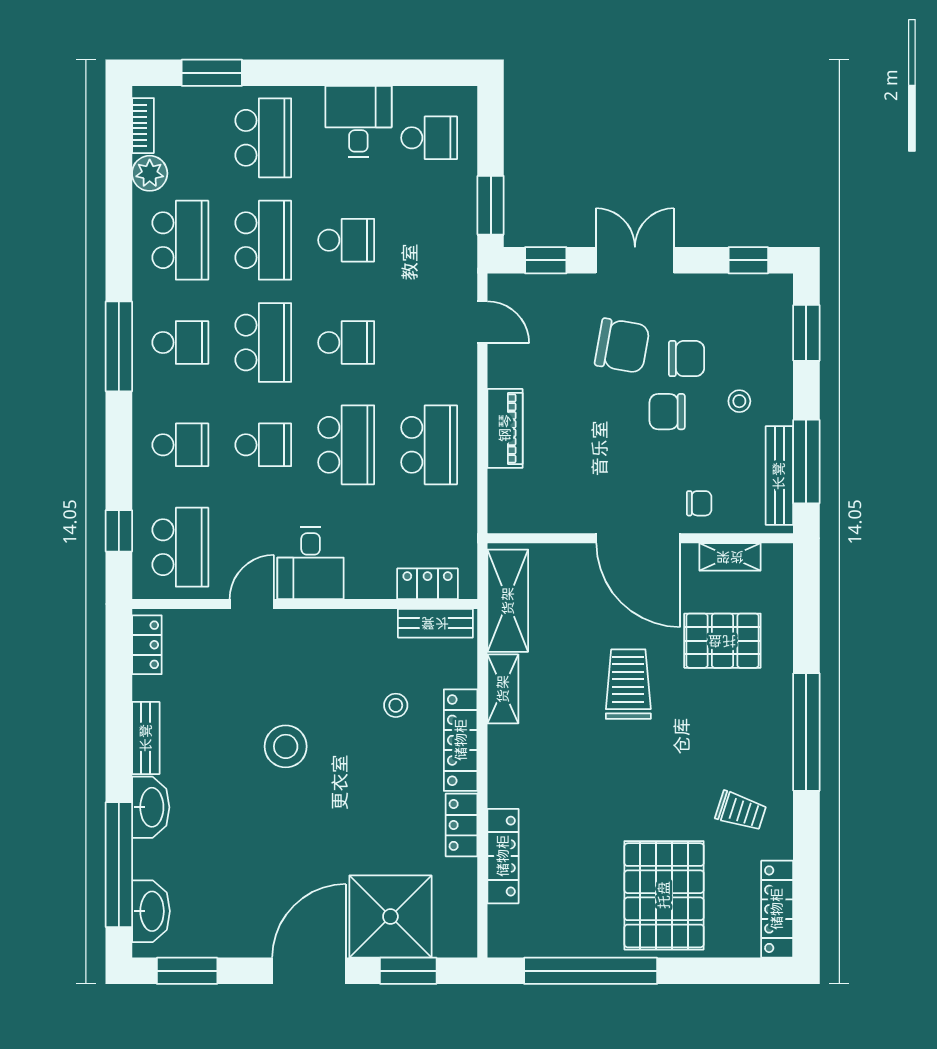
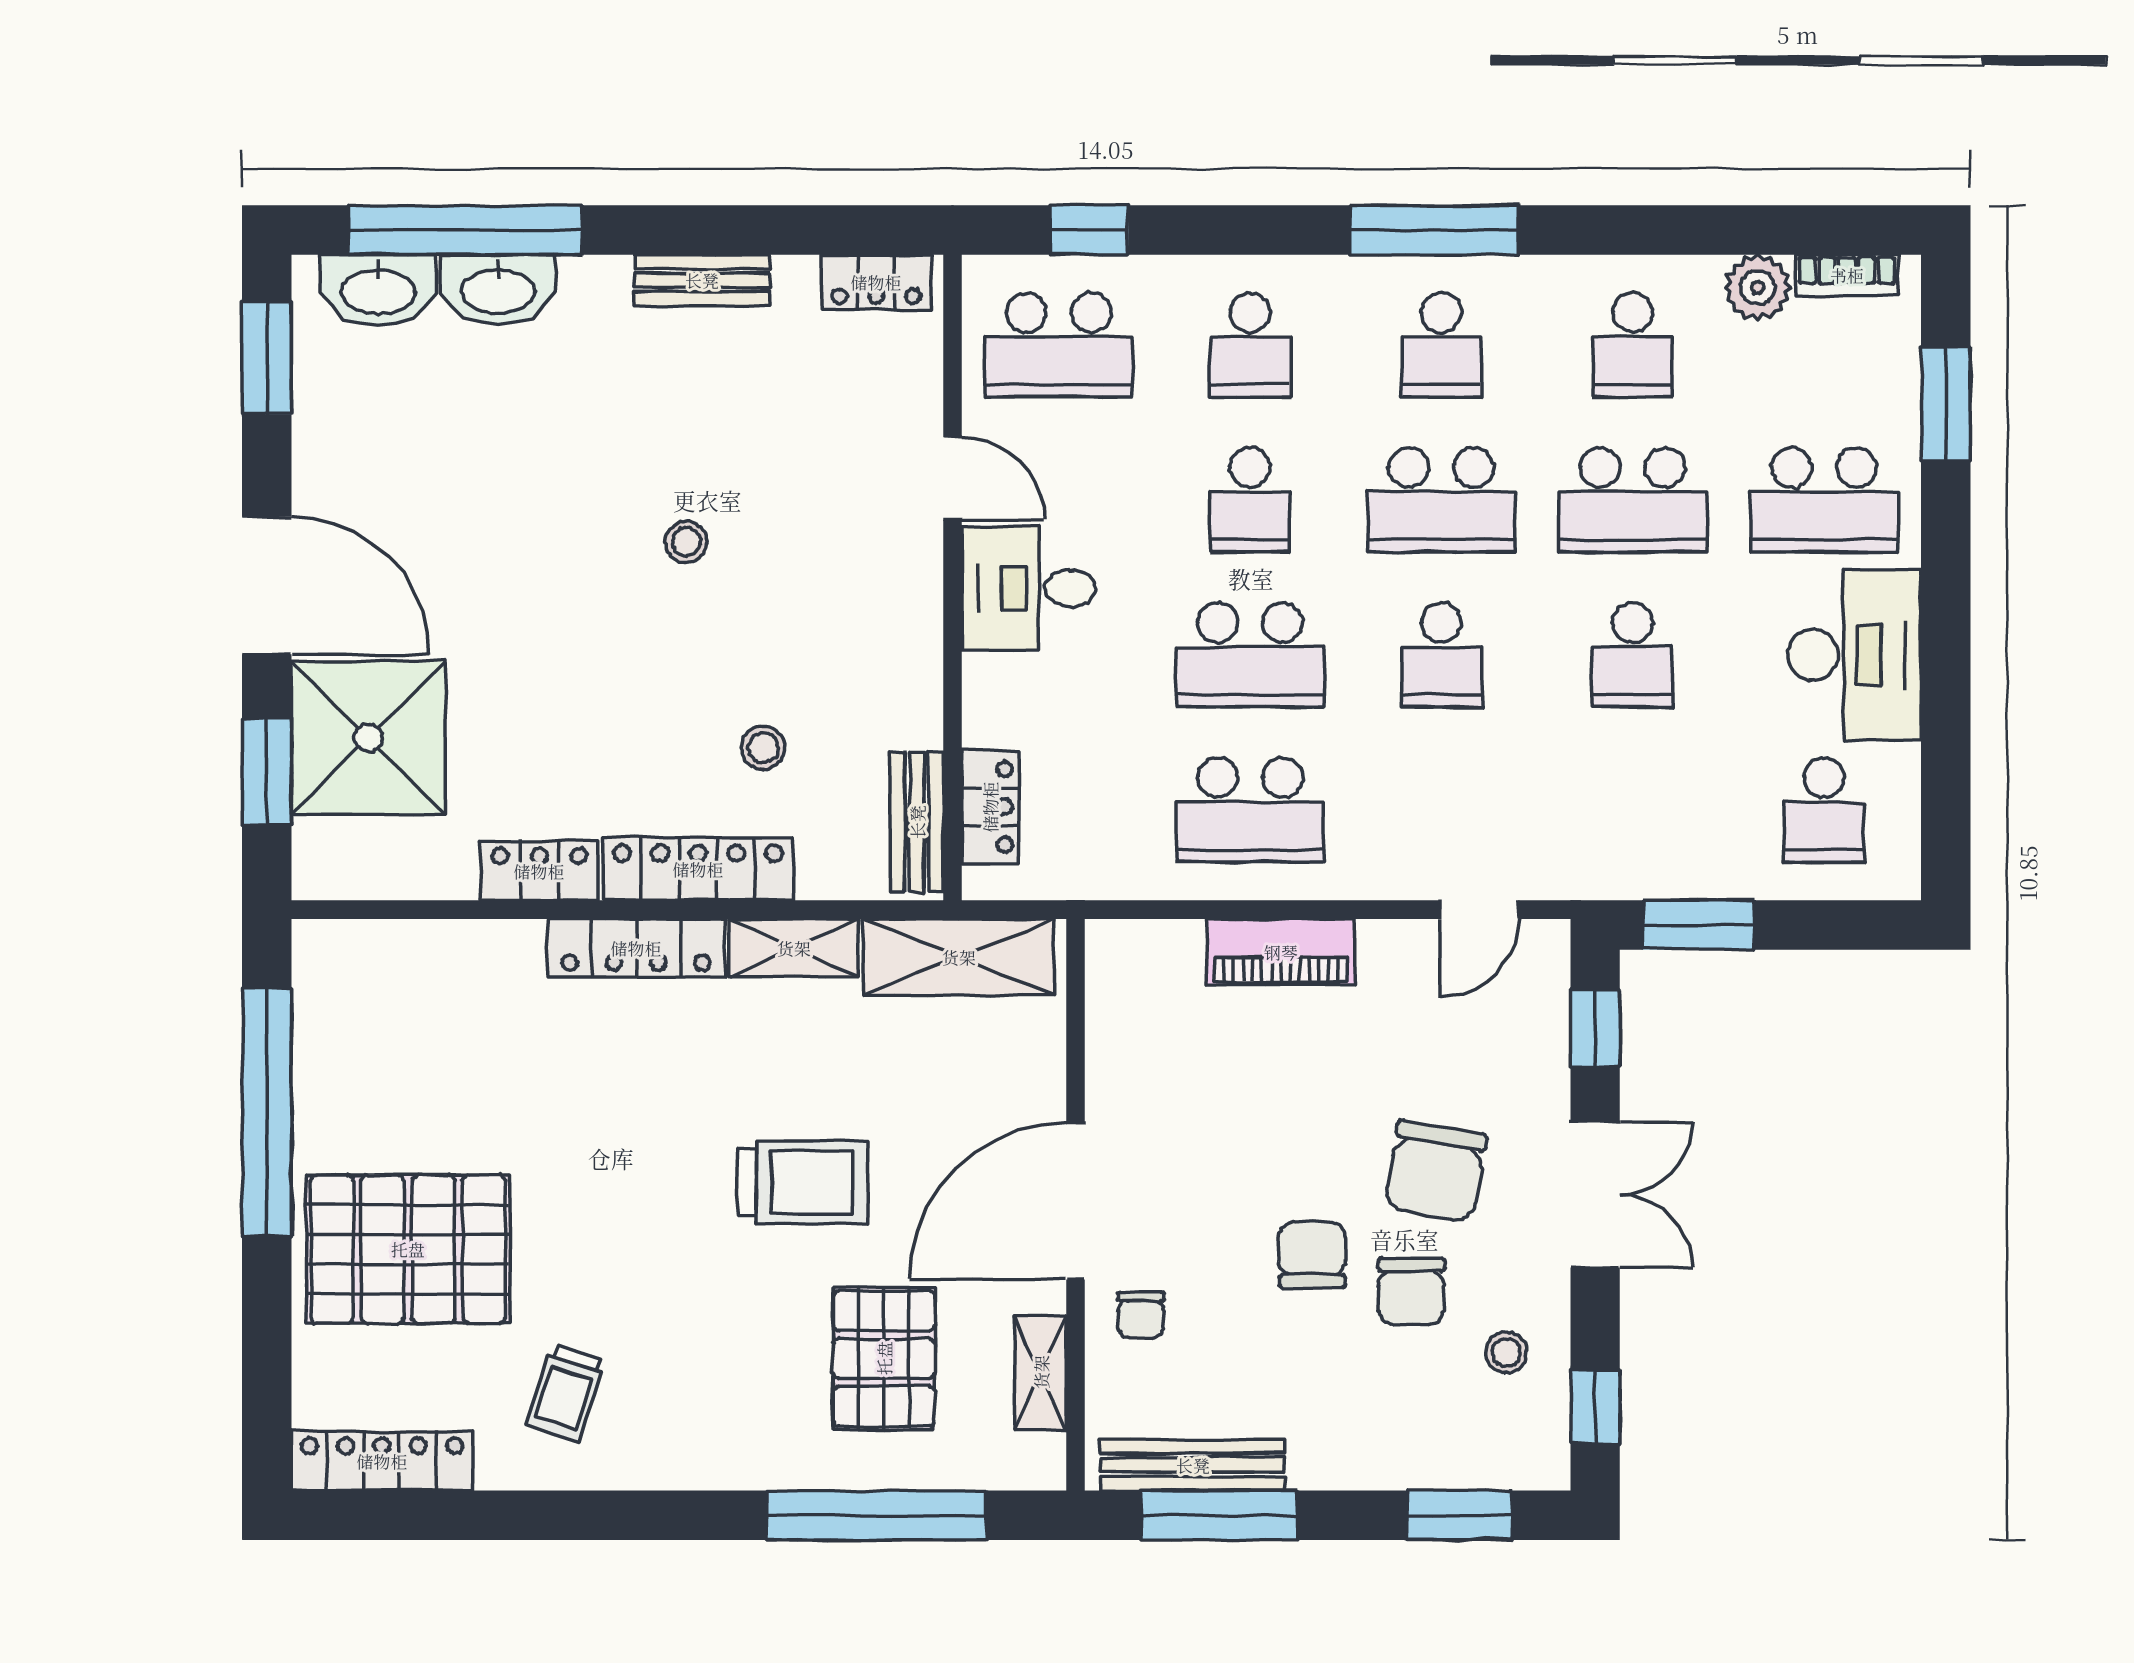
desk: (358, 122) -> (1854, 655), width x1.37
school desk: (180, 240) -> (1633, 345), width x0.54
stool: (739, 401) -> (1506, 1352), moved
window: (806, 732) -> (876, 1515), moved
stool: (286, 746) -> (686, 542), width x0.53, depth x0.53
washbasin: (151, 807) -> (498, 290), moved
locker: (503, 856) -> (636, 948), moved

